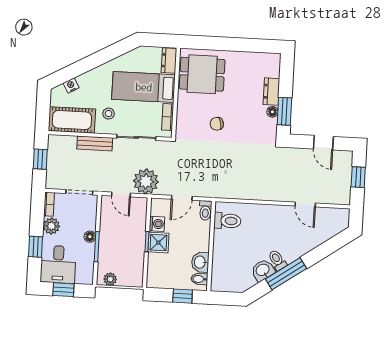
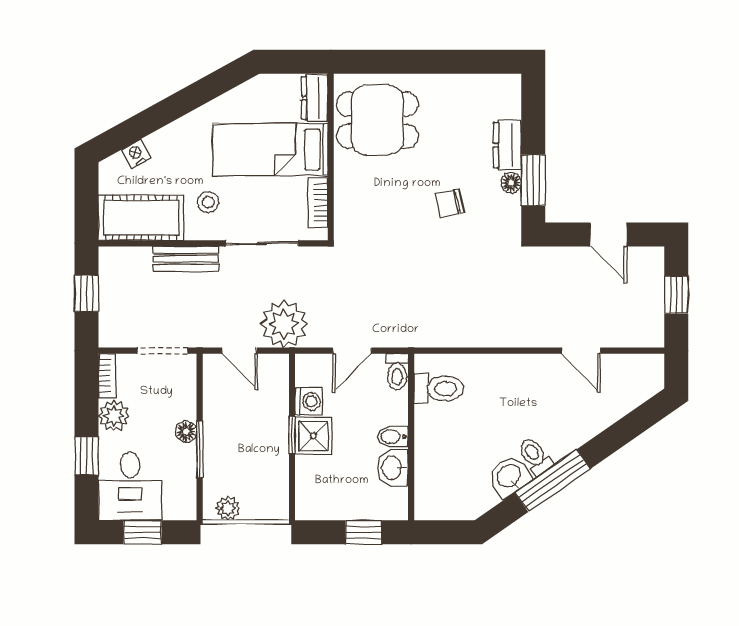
chair: (217, 124) -> (450, 203), moved
bidet: (199, 279) -> (393, 437), moved

